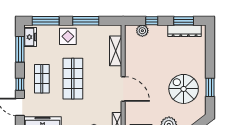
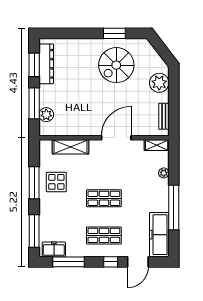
window: (152, 21) -> (34, 103), width x2.17
display table: (68, 36) -> (56, 182), moved
shop shelf: (73, 79) -> (104, 198), width x0.70, depth x0.74

